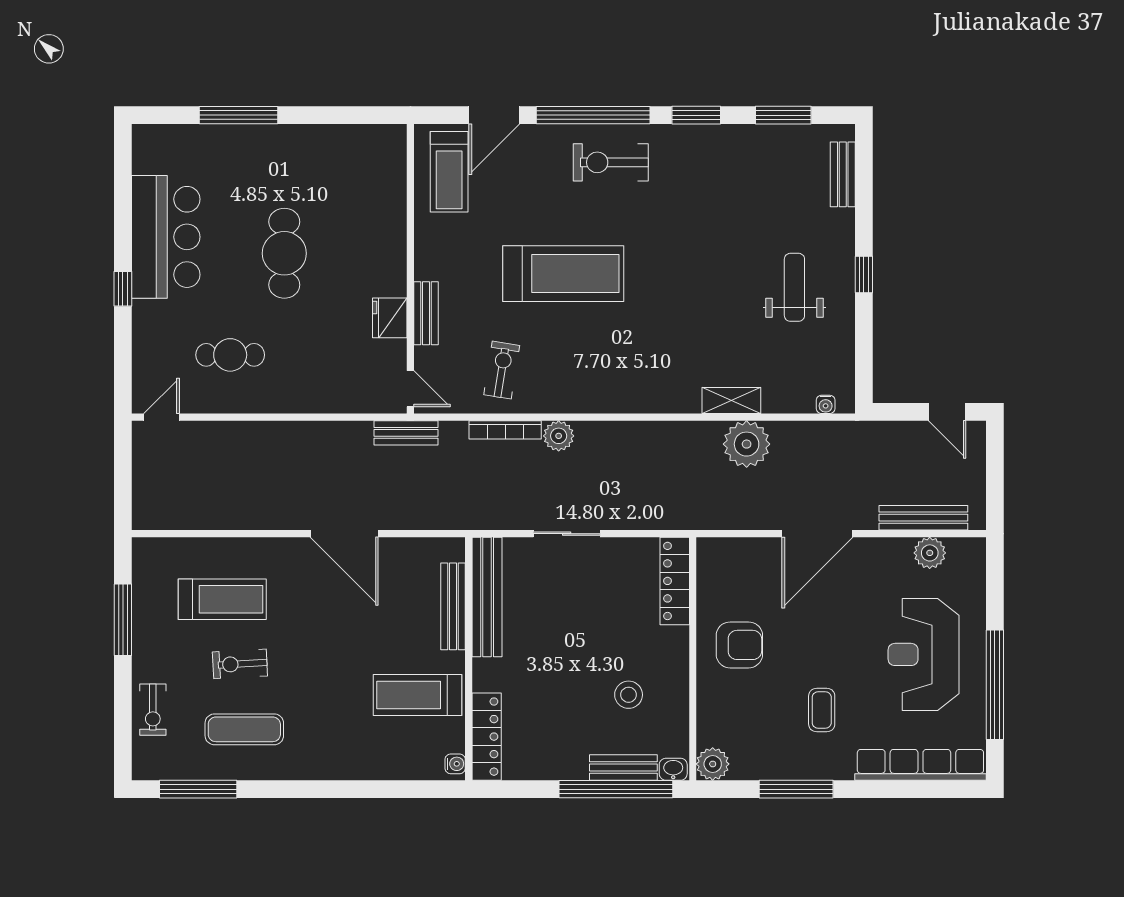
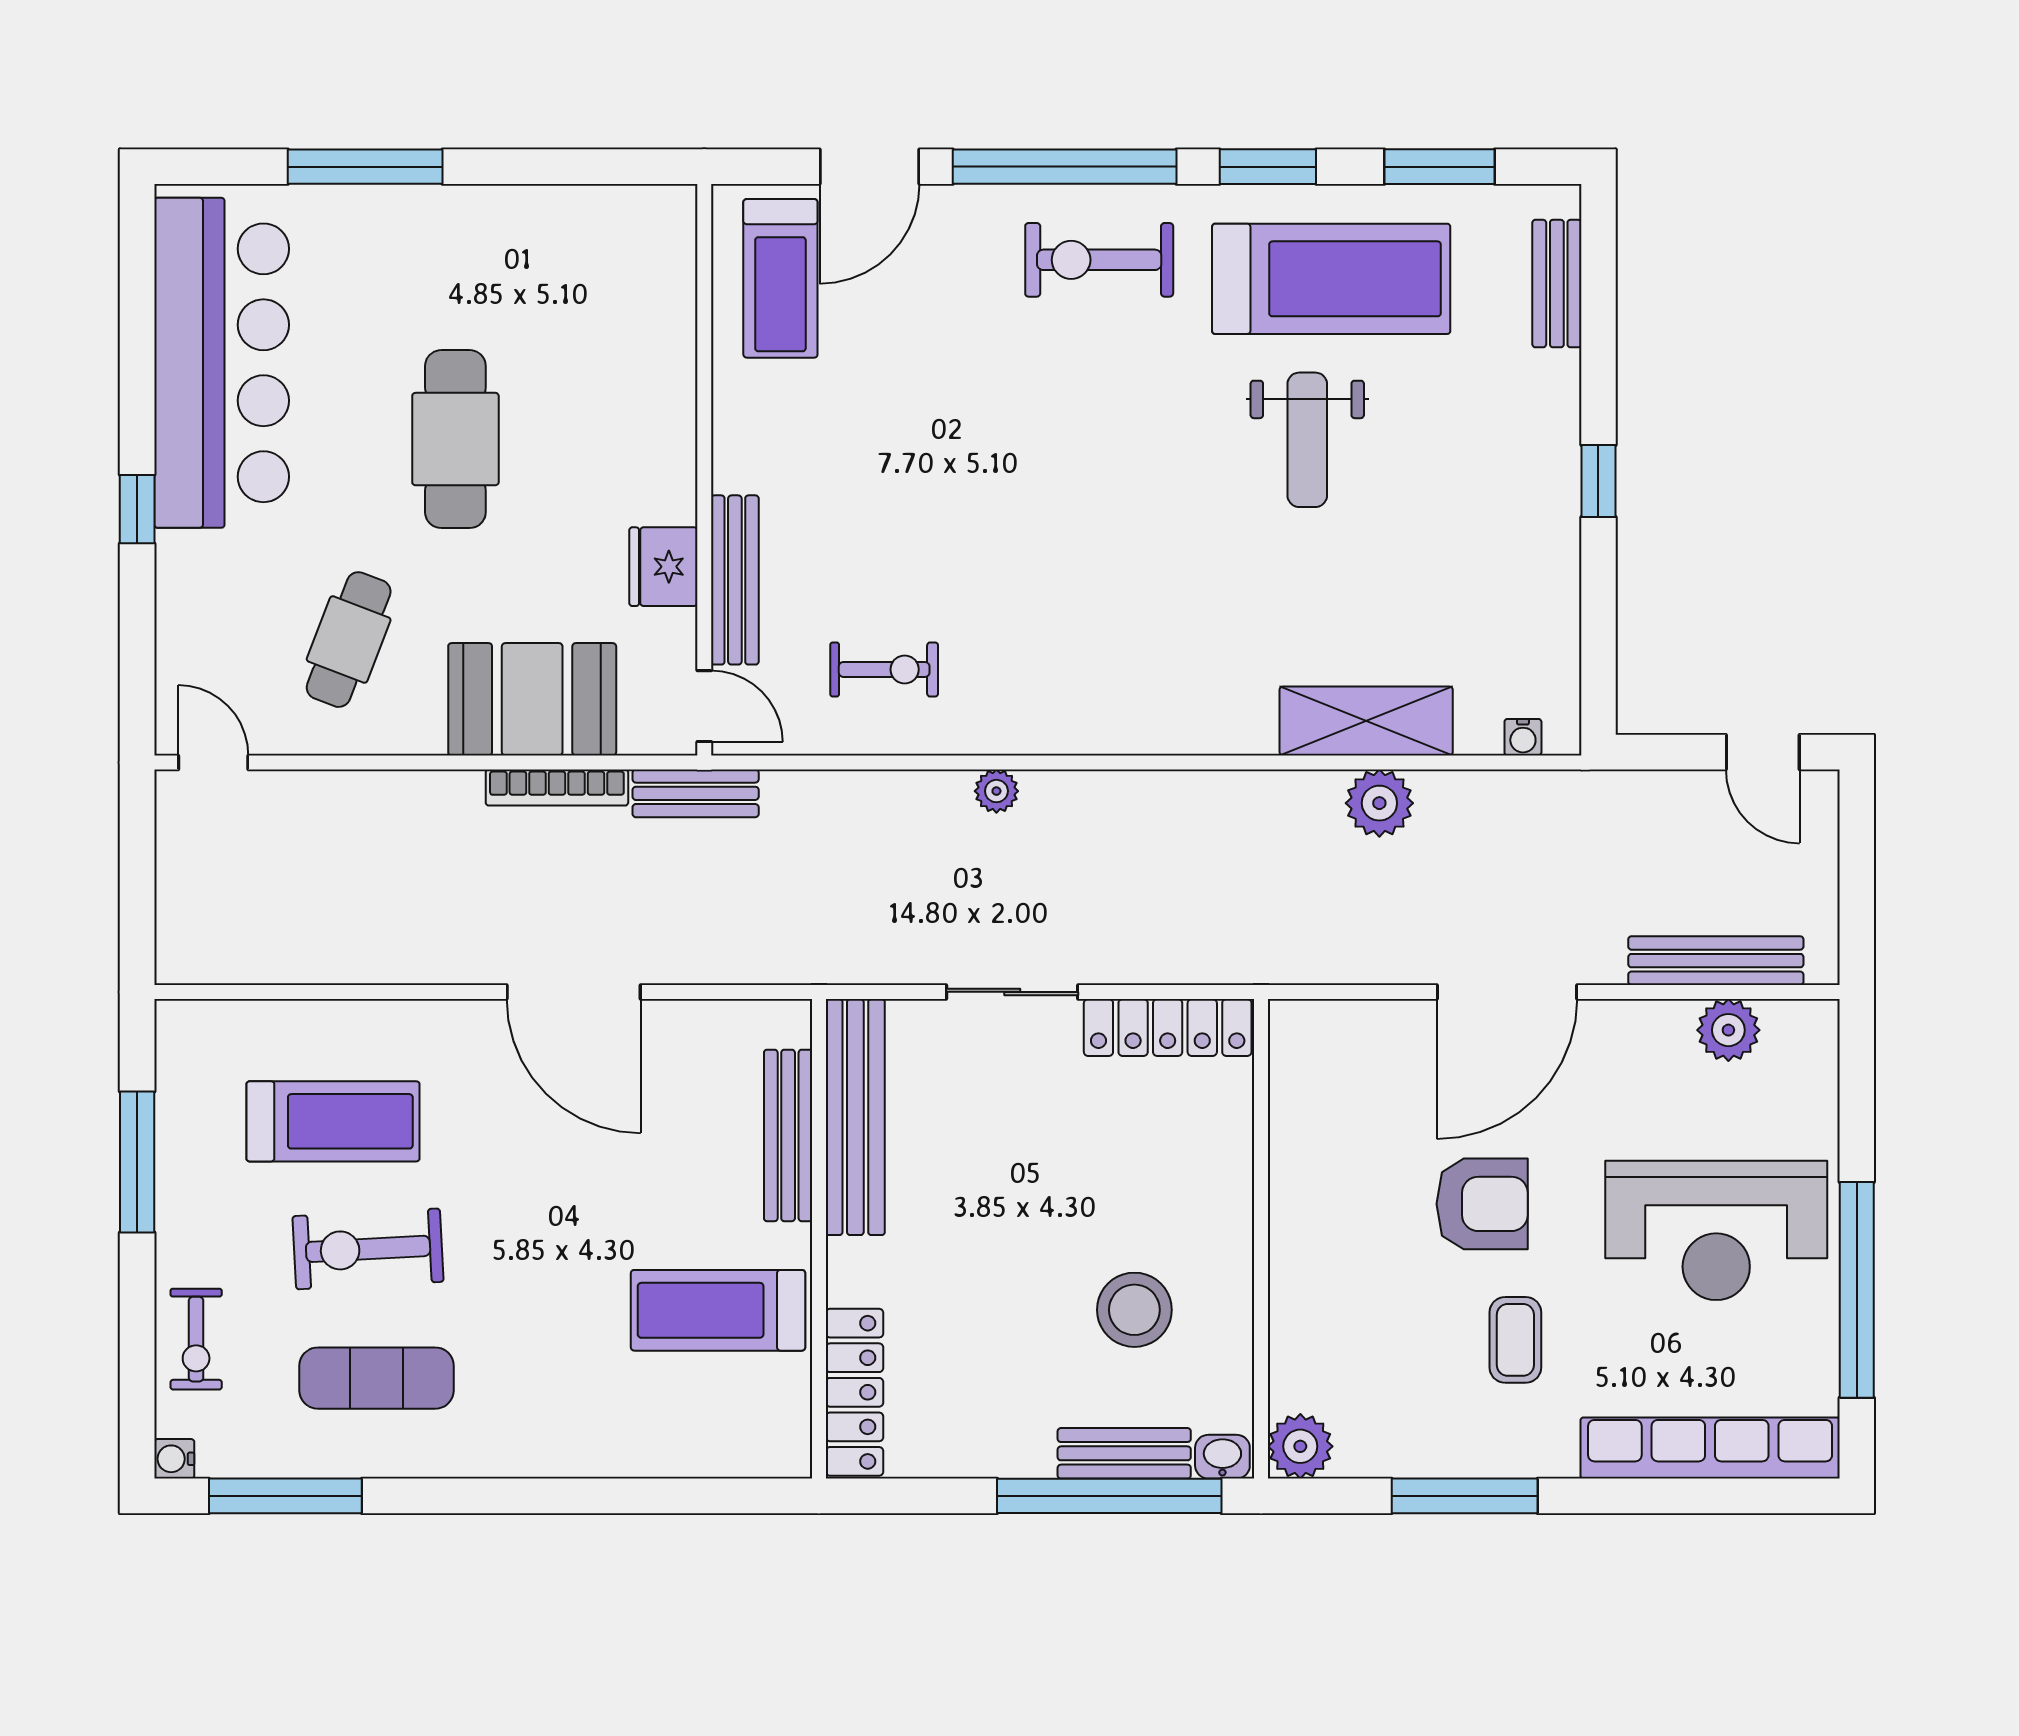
bar counter: (166, 237) -> (222, 363), width x1.36
treadmill: (563, 274) -> (1331, 279), moved
weight bench: (794, 287) -> (1307, 440), moved, turned 180
bench: (426, 313) -> (735, 580), width x1.36
cafe table: (230, 355) -> (349, 640), turned -69
exercise bike: (502, 370) -> (884, 669), turned 81
booth: (323, 385) -> (532, 699), added
shelving: (731, 401) -> (1366, 721), width x1.50, depth x1.33
door: (162, 417) -> (213, 762), hinge flipped
bookcase: (505, 430) -> (557, 788), moved
plant: (559, 436) -> (996, 791), width x0.73, depth x0.73
plant: (747, 444) -> (1379, 803), width x0.73, depth x0.73
locker: (675, 581) -> (1168, 1027), moved, turned -90
armchair: (739, 645) -> (1482, 1204), moved
reception desk: (924, 654) -> (1716, 1230), turned -90
exercise bike: (240, 664) -> (368, 1249), width x1.38, depth x1.39
stool: (629, 695) -> (1134, 1310), width x1.38, depth x1.38
water cooler: (455, 764) -> (174, 1459), moved, turned 180

